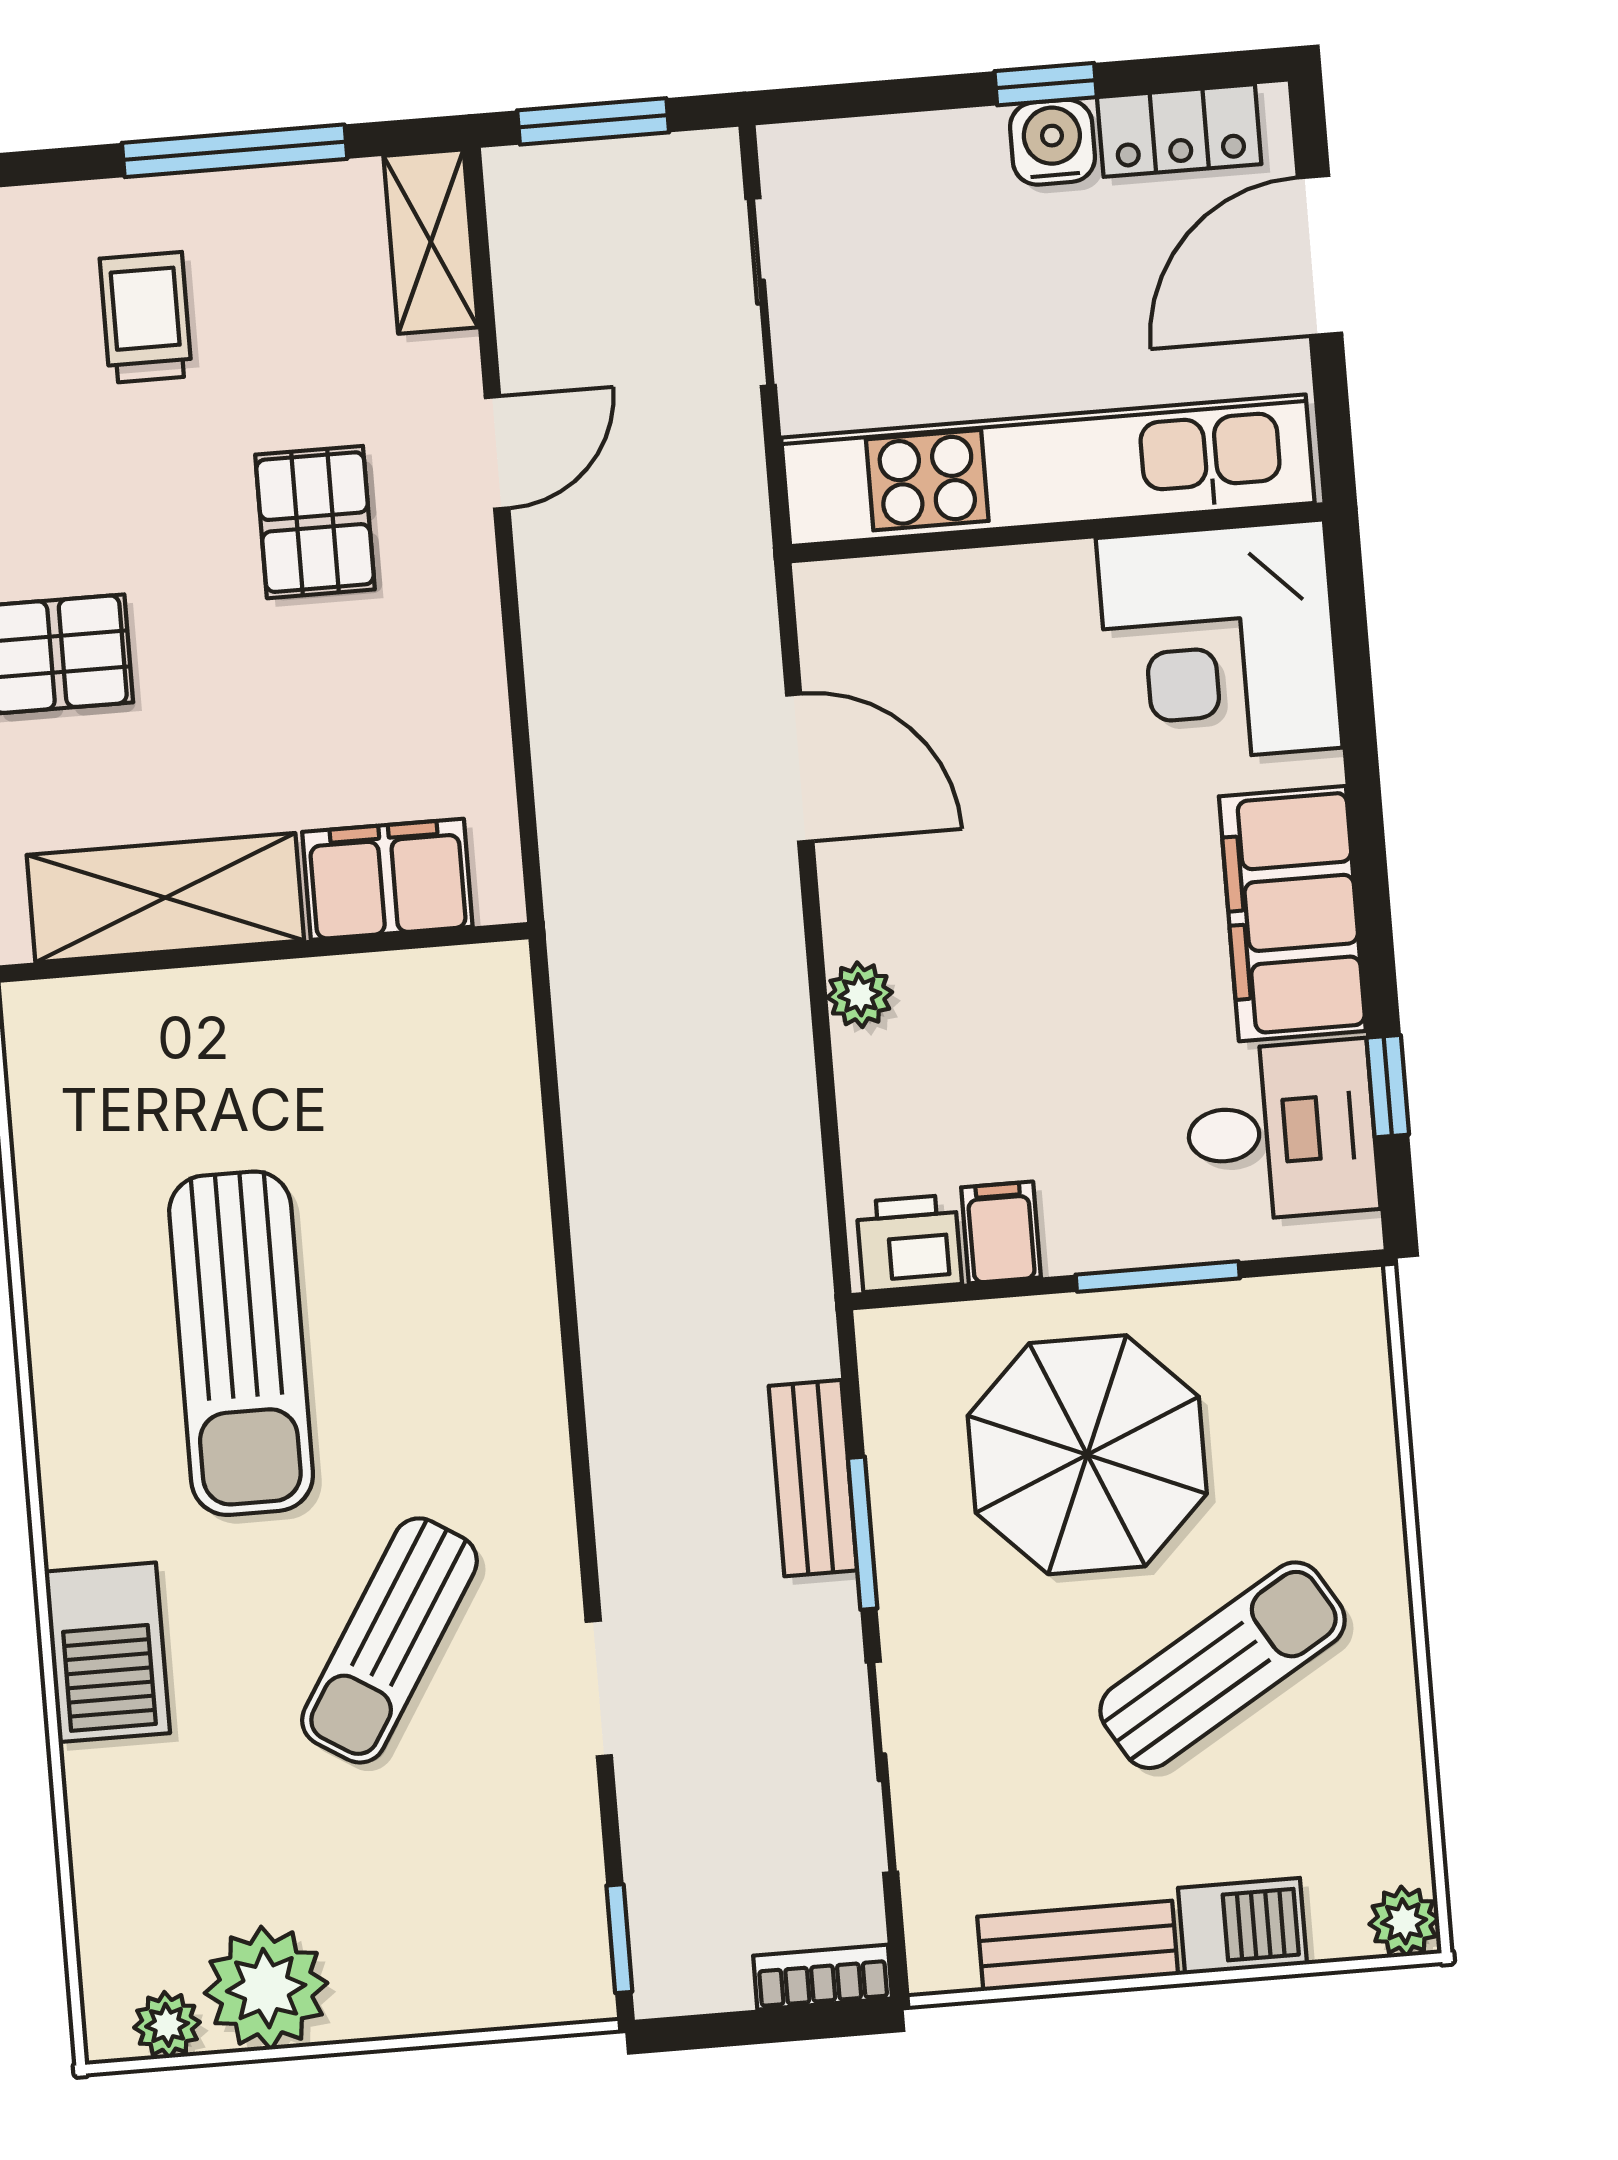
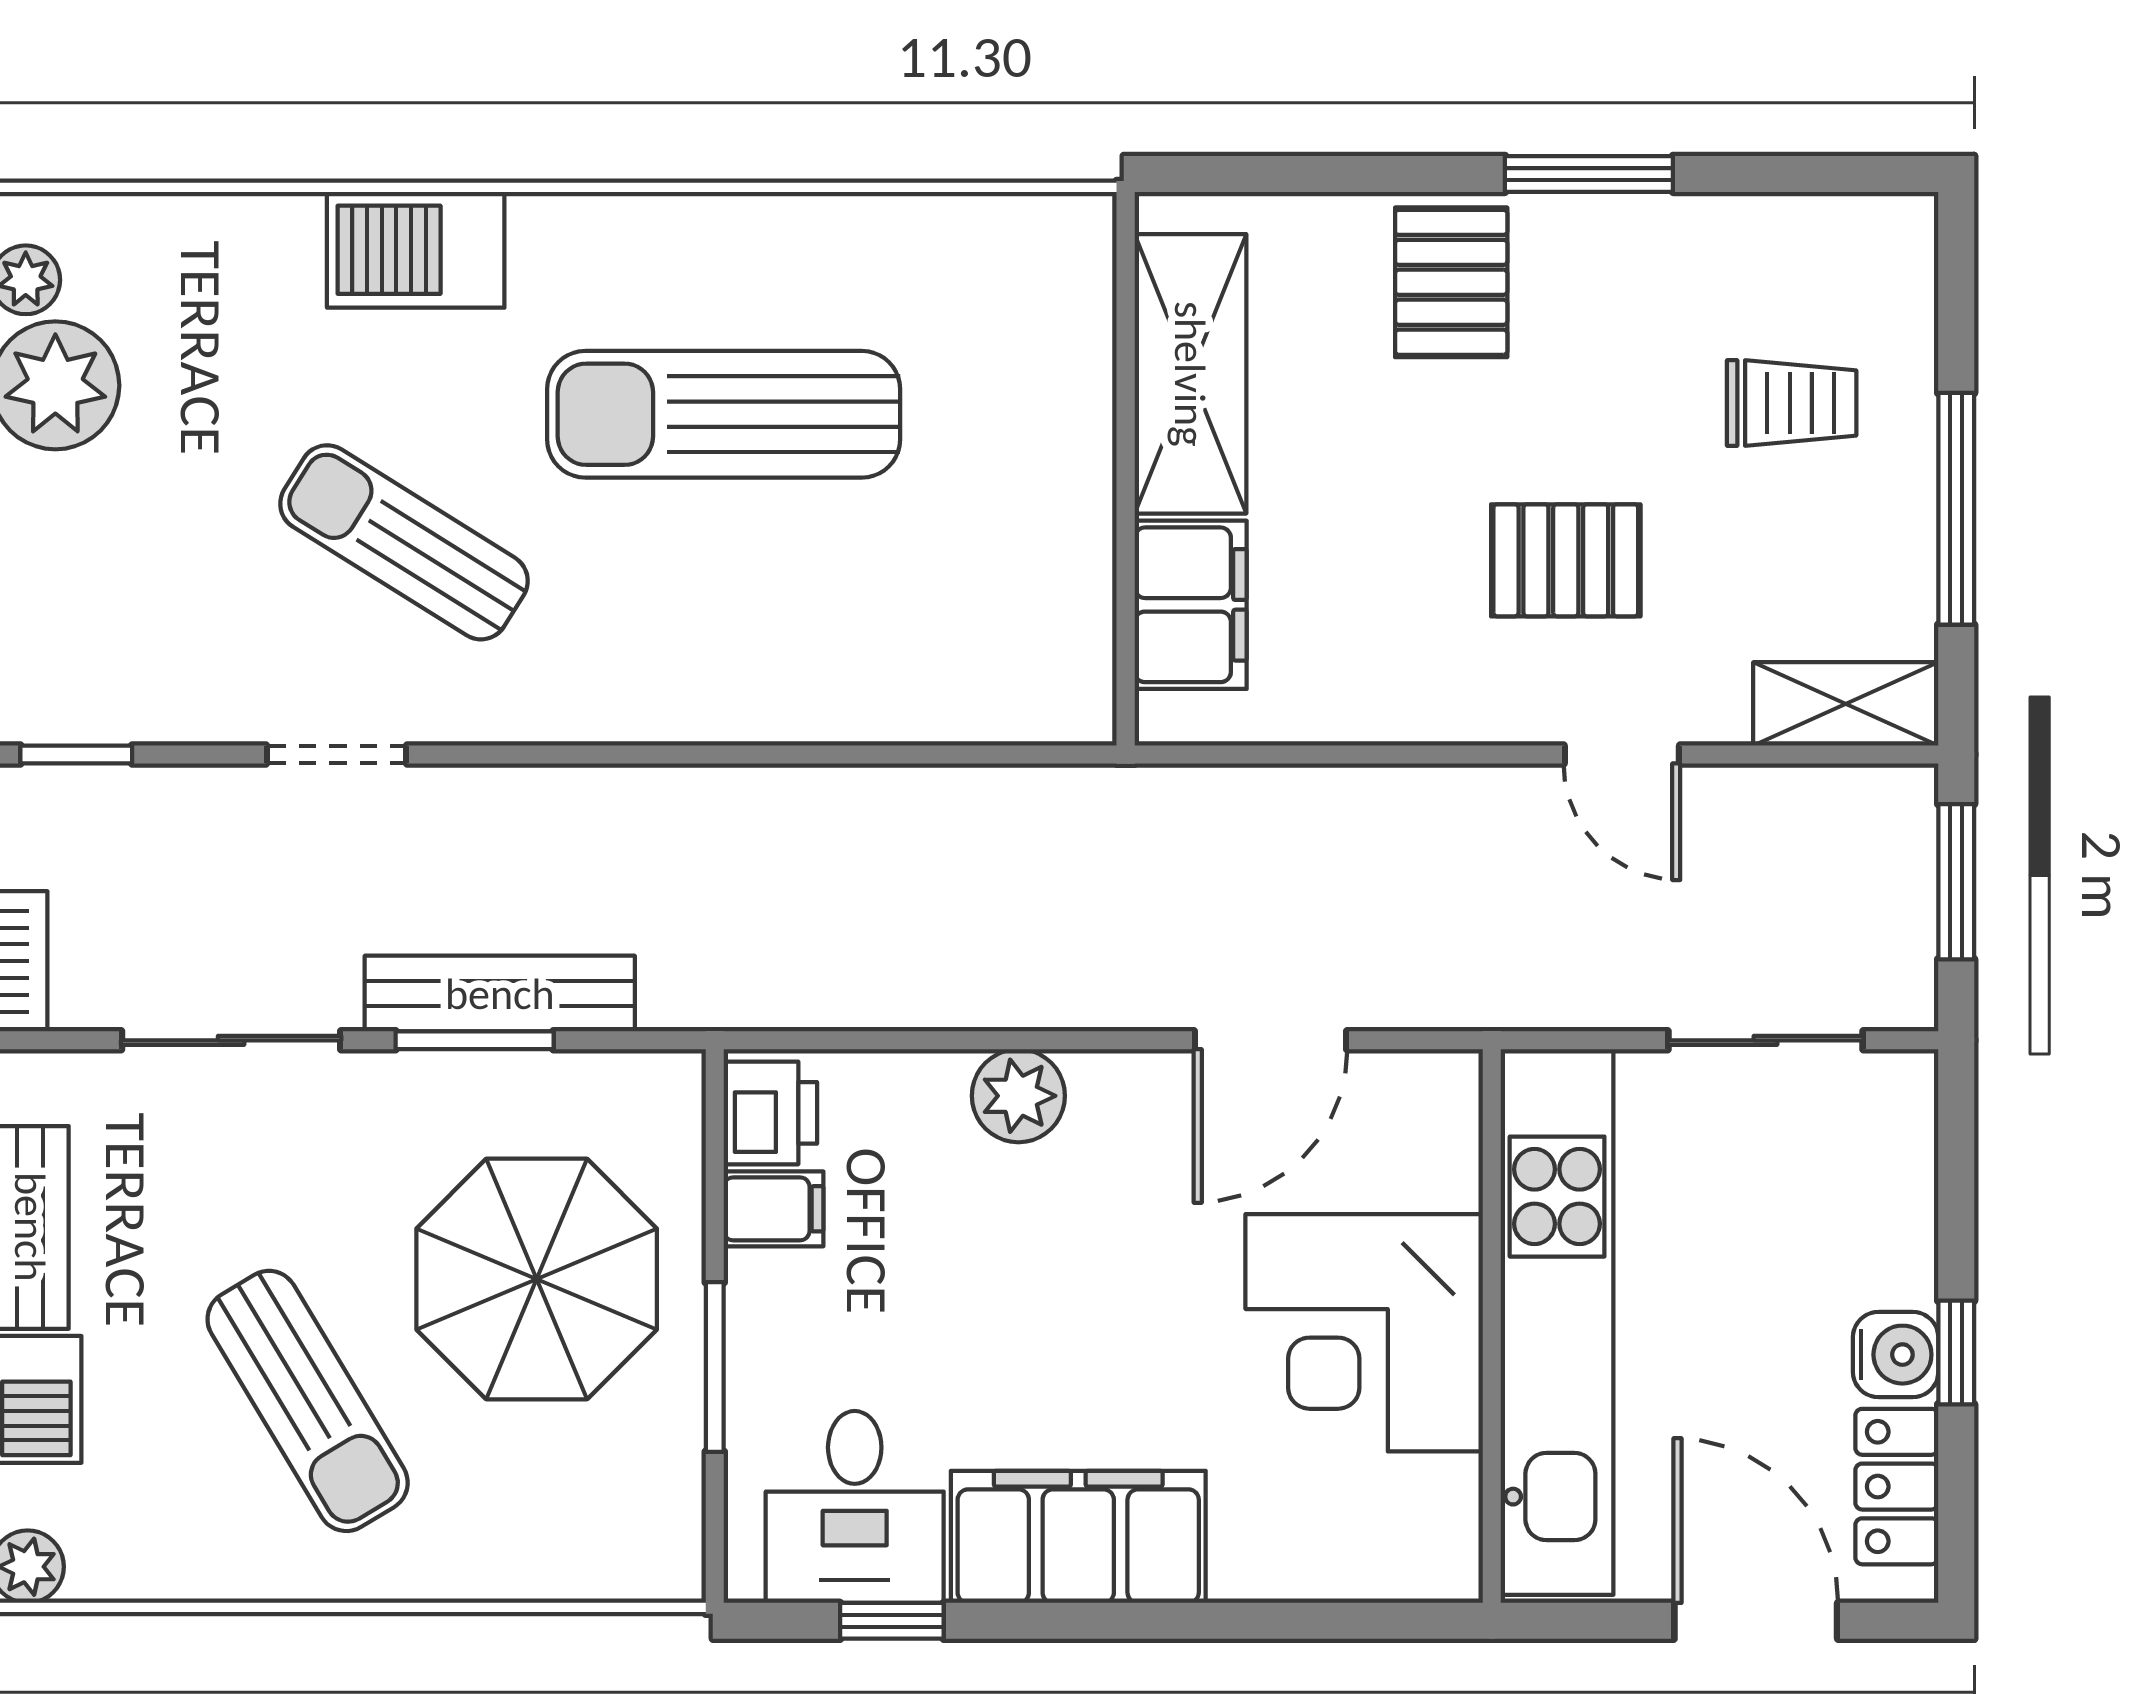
corner desk: (1219, 643) -> (1364, 1333), moved, turned -90
plant: (860, 995) -> (1018, 1096), width x1.38, depth x1.38
bench: (813, 1478) -> (500, 994), width x1.36

